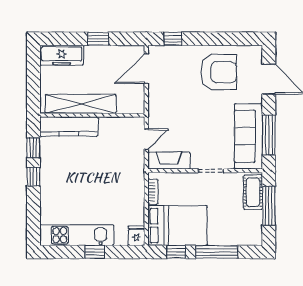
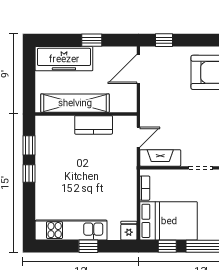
freezer: (62, 55) -> (64, 59), width x1.36, depth x1.26
kitchen counter: (69, 126) -> (94, 125), moved, width x0.67

